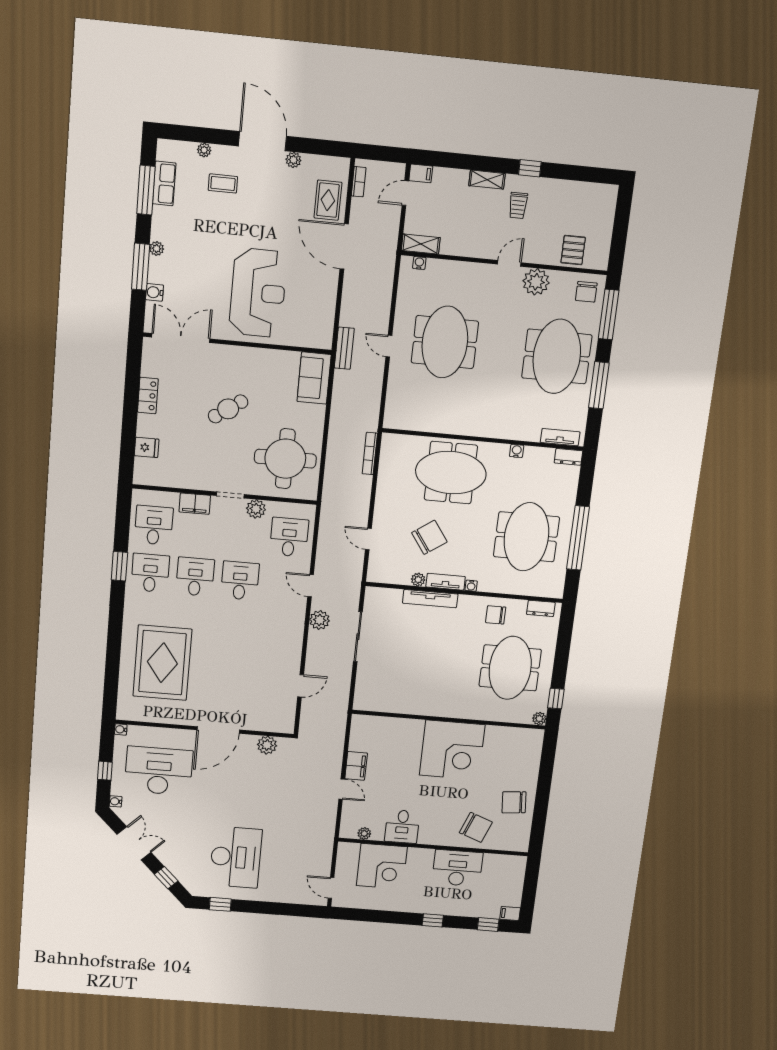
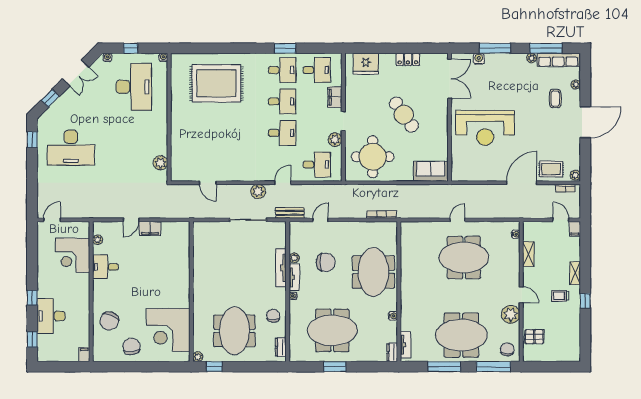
plant: (293, 160) -> (575, 175), moved
row of seats: (164, 183) -> (558, 60), width x1.48
shelving: (421, 244) -> (528, 254), moved
plant: (157, 248) -> (532, 58), moved
chair: (586, 292) -> (507, 349), turned 90
bench: (344, 348) -> (290, 213), moved
cafe table: (228, 409) -> (404, 115), width x1.37, depth x1.35
fridge: (147, 447) -> (366, 64), width x1.88, depth x1.34
chair: (429, 537) -> (326, 262), turned -55
window: (578, 538) -> (335, 367), width x0.47
meeting table: (510, 668) -> (234, 331), turned 90
door: (218, 730) -> (169, 127), removed
corner desk: (452, 750) -> (168, 330), moved
desk: (457, 868) -> (51, 316), moved, turned 180
filing cabinet: (510, 913) -> (84, 355), moved

